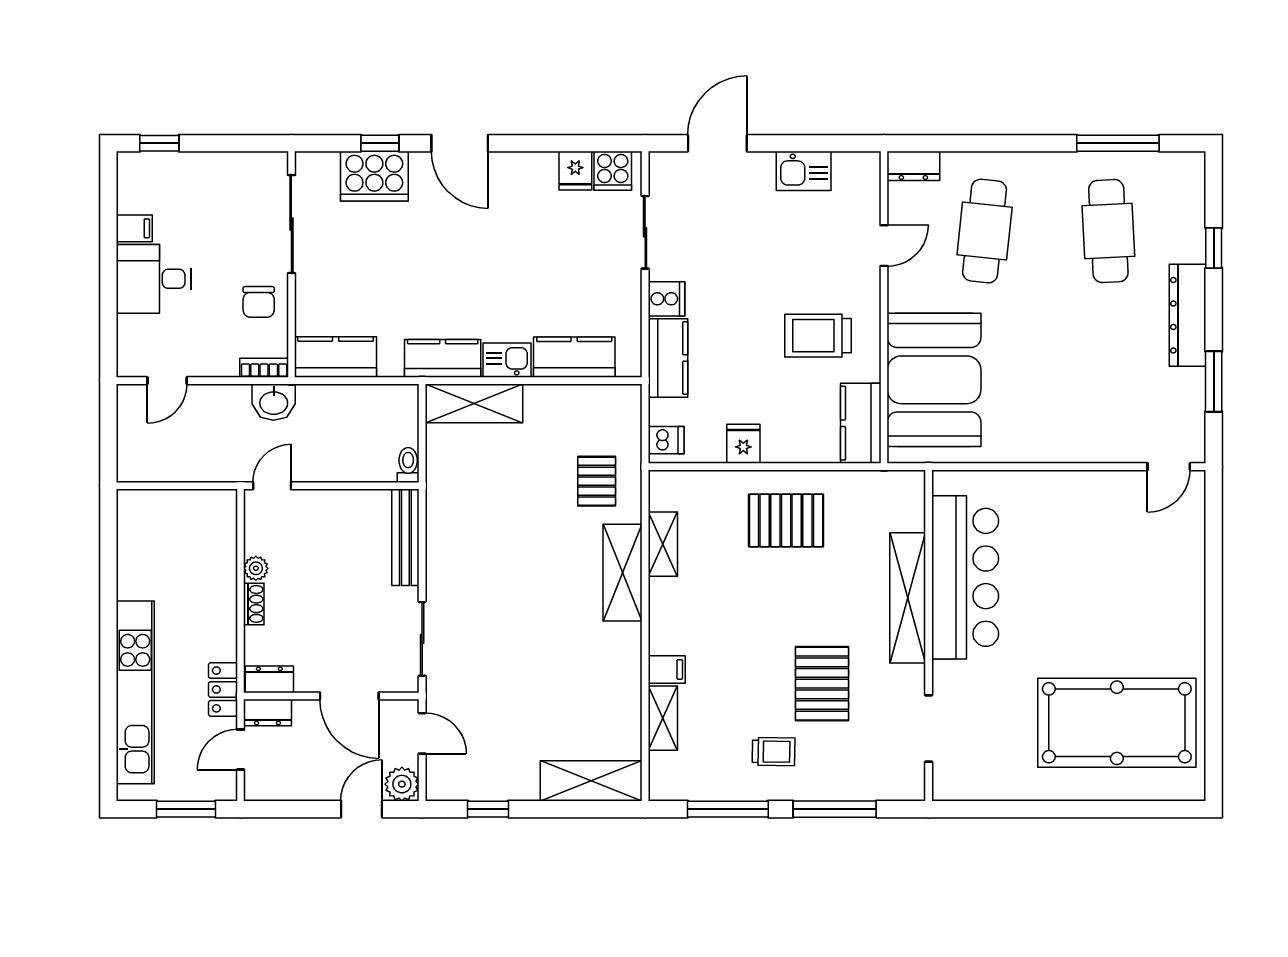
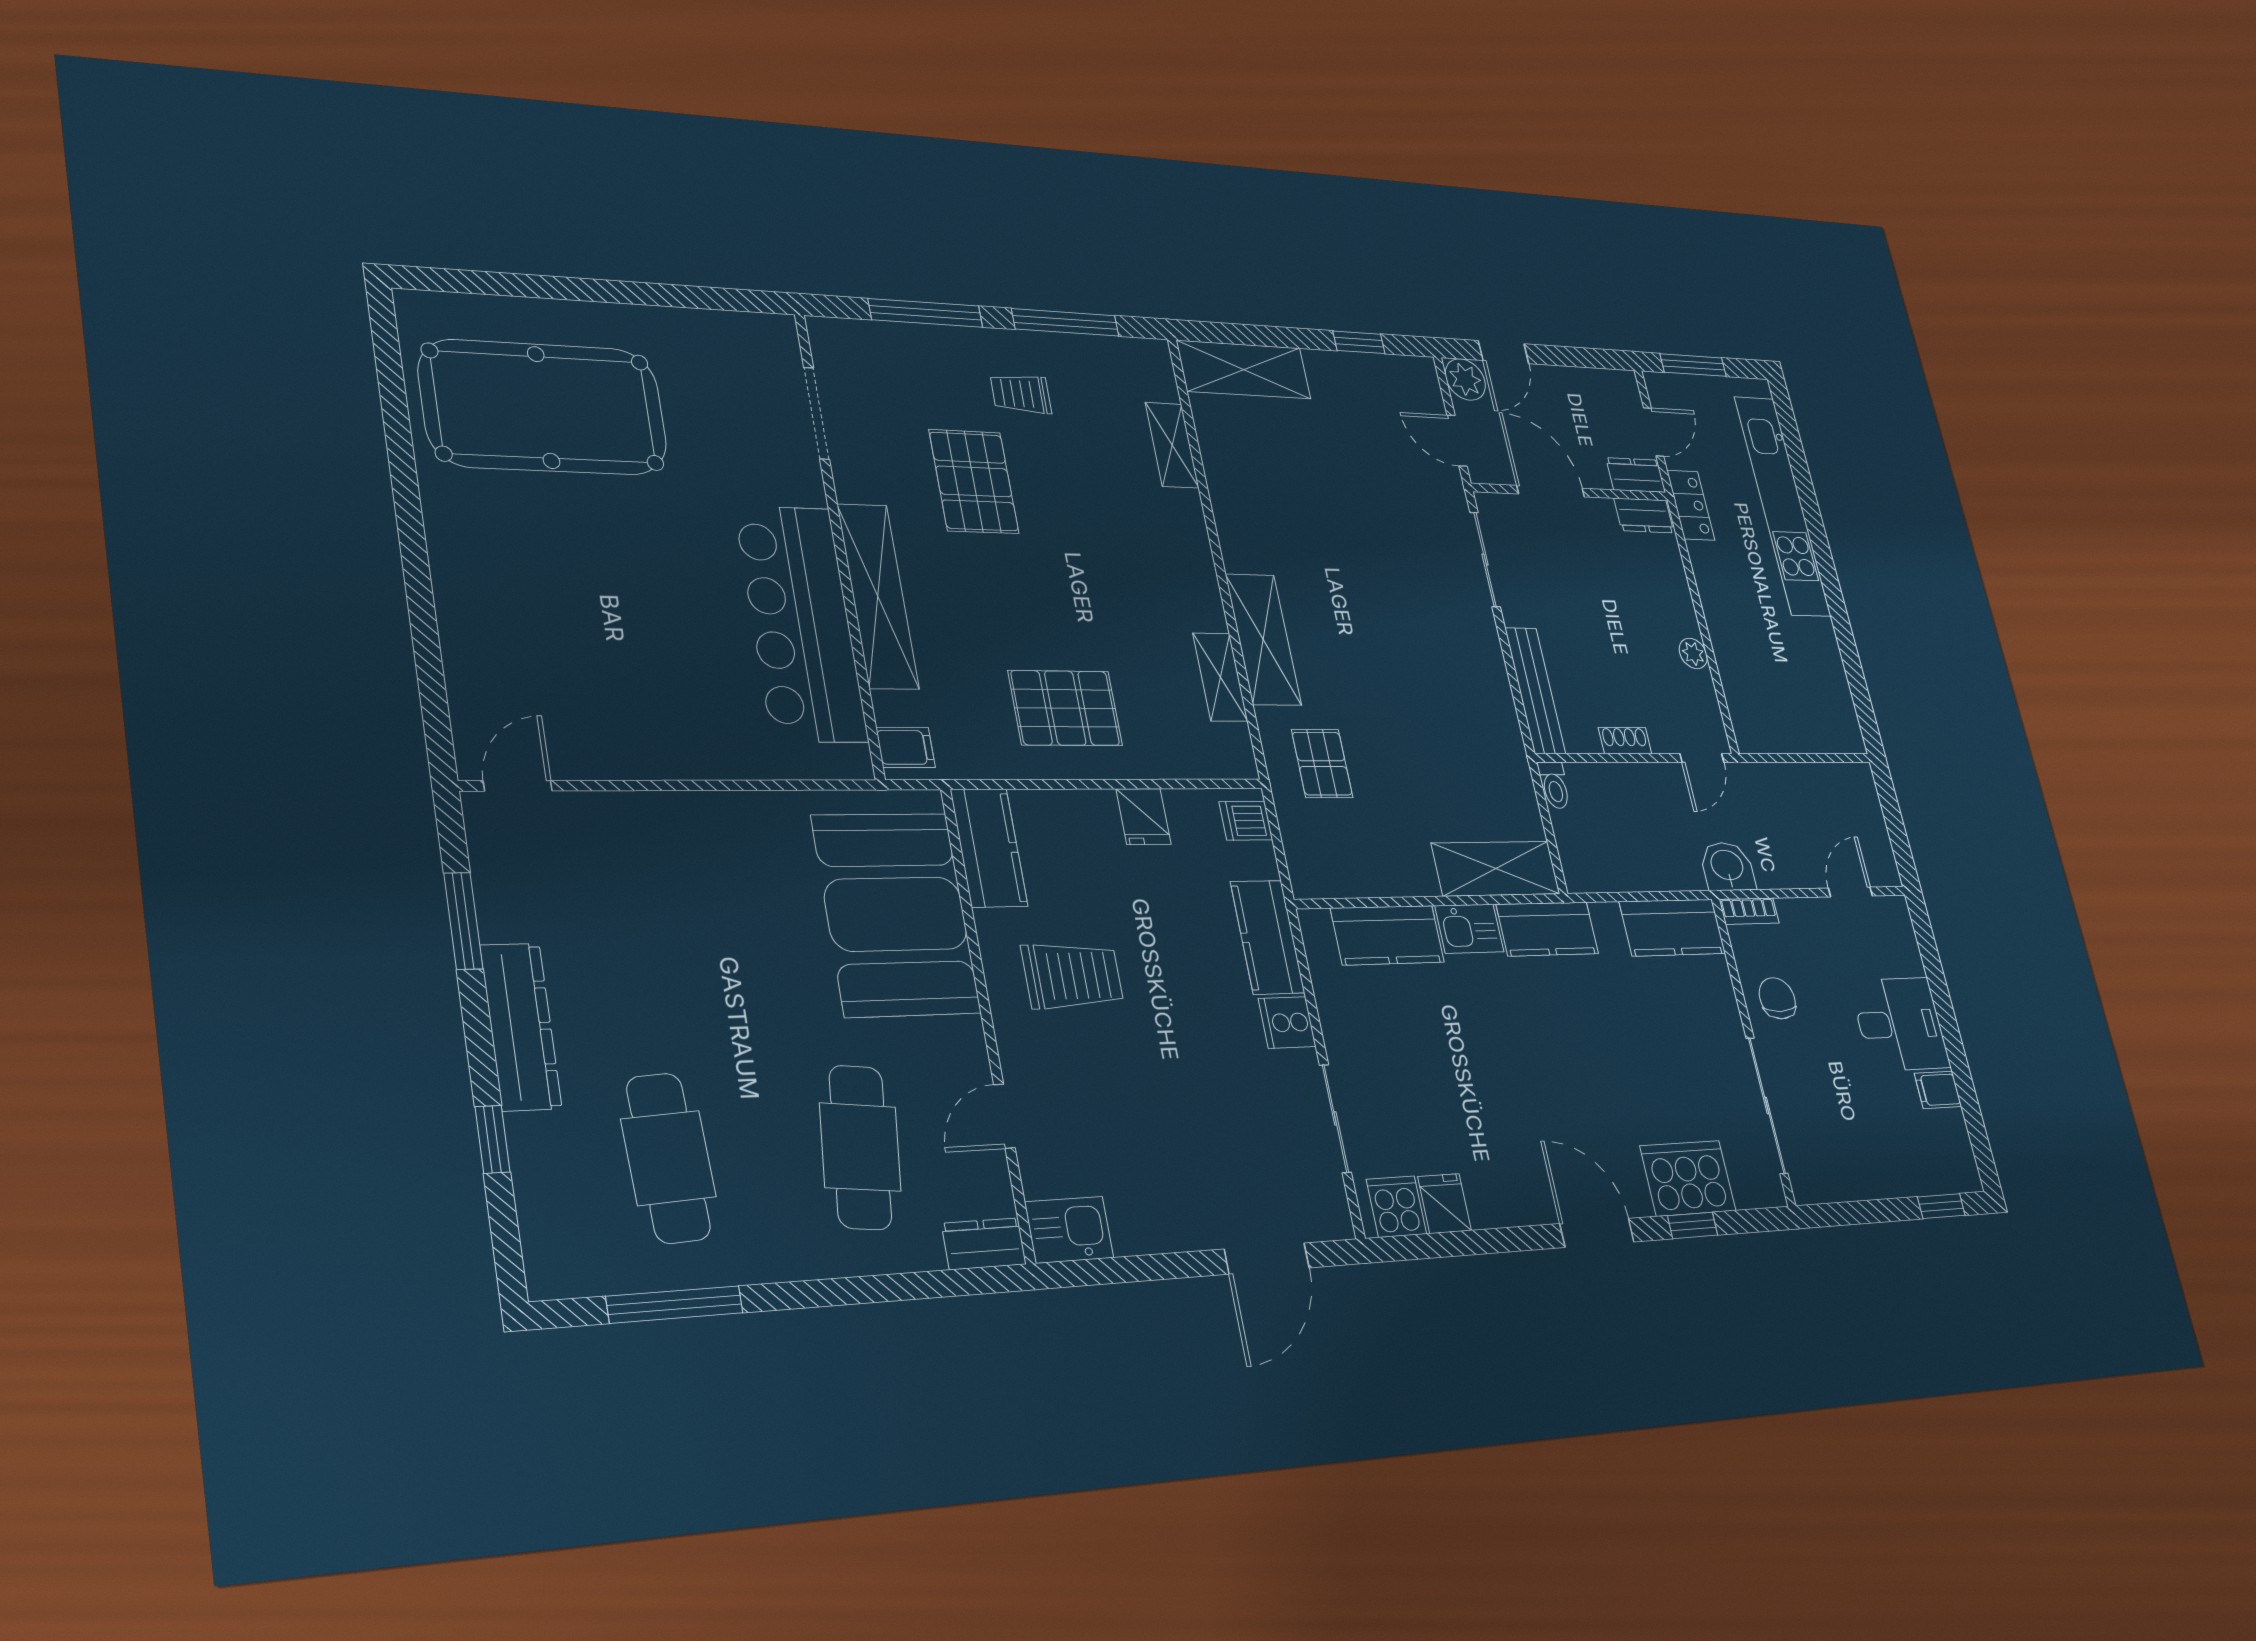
kitchen sink: (804, 171) -> (1069, 1230), moved
shoe rack: (254, 604) -> (1625, 741), moved, turned 90
filing cabinet: (667, 669) -> (906, 747), moved, turned 180

